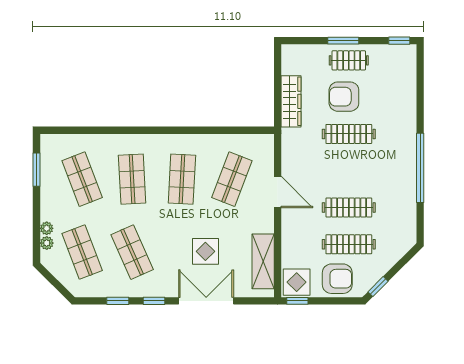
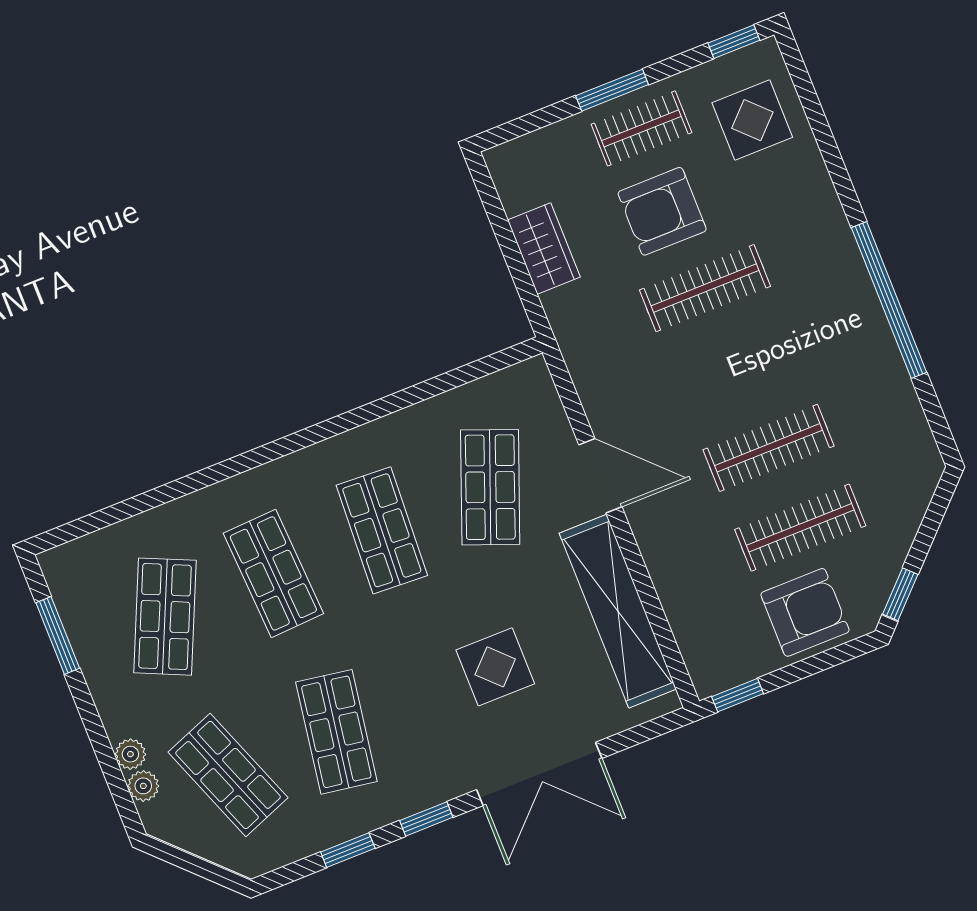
wardrobe: (291, 101) -> (544, 248), width x0.67
shop shelf: (82, 179) -> (165, 617), turned 45
shop shelf: (132, 252) -> (336, 732), turned 33
shelving: (263, 261) -> (618, 611), width x1.47
display table: (297, 282) -> (752, 120), moved
double door: (206, 301) -> (539, 774), swing flipped

